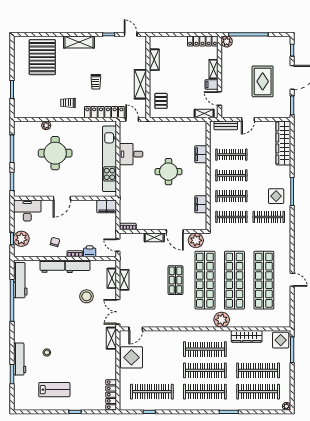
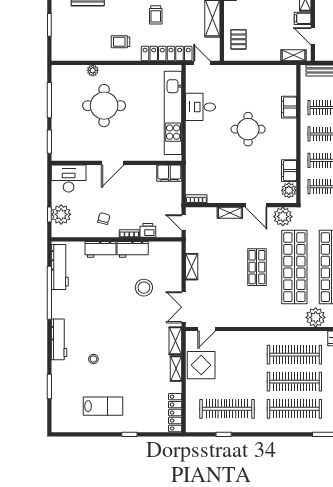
plant: (201, 220) -> (289, 190), added
shelving: (112, 278) -> (176, 369), moved
workbench: (20, 359) -> (59, 339), moved

